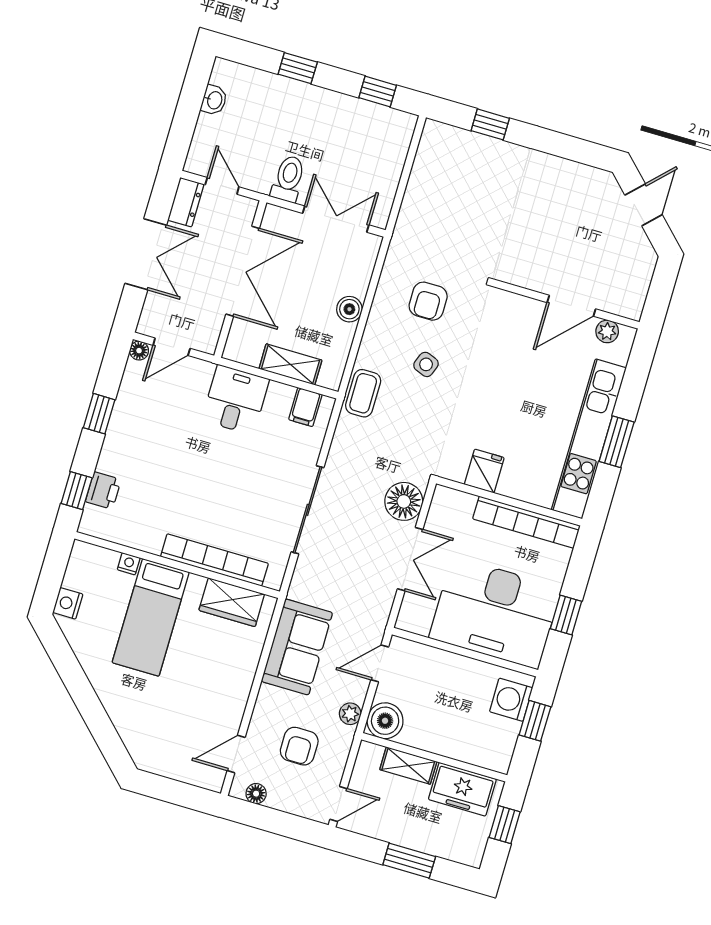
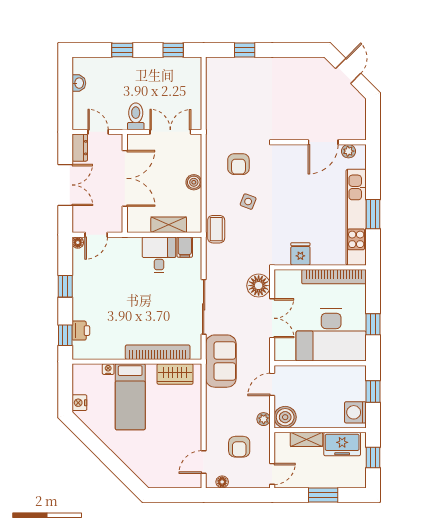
desk: (235, 400) -> (159, 255), moved
sofa: (297, 647) -> (221, 361), moved
washing machine: (511, 700) -> (355, 412), moved

